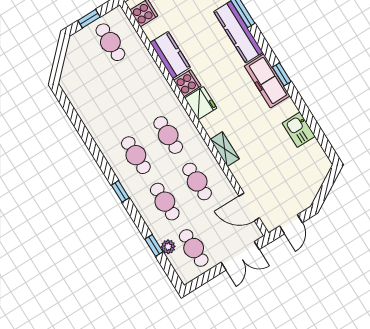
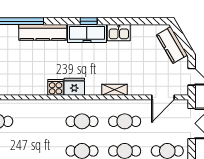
kitchen counter: (170, 55) -> (172, 45), moved, turned -120
kitchen sink: (299, 130) -> (119, 33), moved

